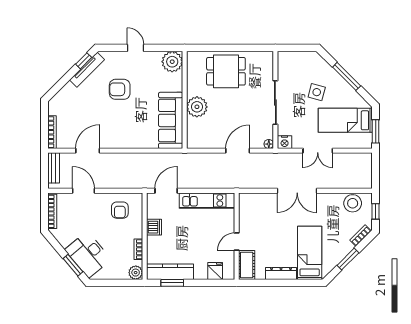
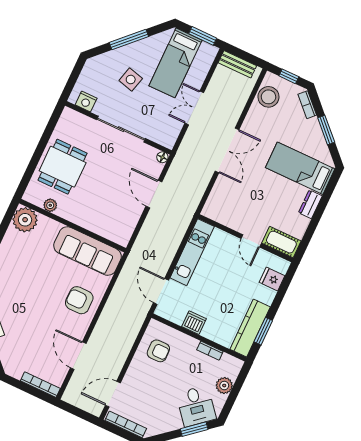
armchair: (120, 89) -> (79, 300), moved, turned 90
plant: (197, 107) -> (50, 205), moved, width x0.53, depth x0.53
nightstand: (285, 142) -> (86, 102), moved, turned 90
double door: (318, 151) -> (194, 108), swing flipped
bench: (54, 168) -> (237, 64), moved
door: (83, 191) -> (113, 394), moved
desk: (88, 254) -> (196, 406), width x0.73
plant: (136, 273) -> (224, 386), moved
dresser: (281, 273) -> (310, 204), width x0.70

